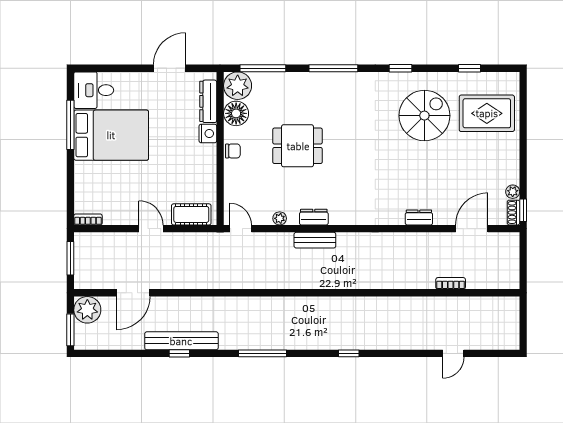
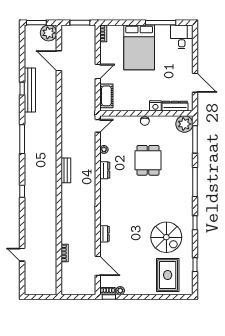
floor lamp: (236, 113) -> (168, 123), removed
bed: (111, 135) -> (139, 47), moved
bench: (315, 240) -> (66, 170), moved

